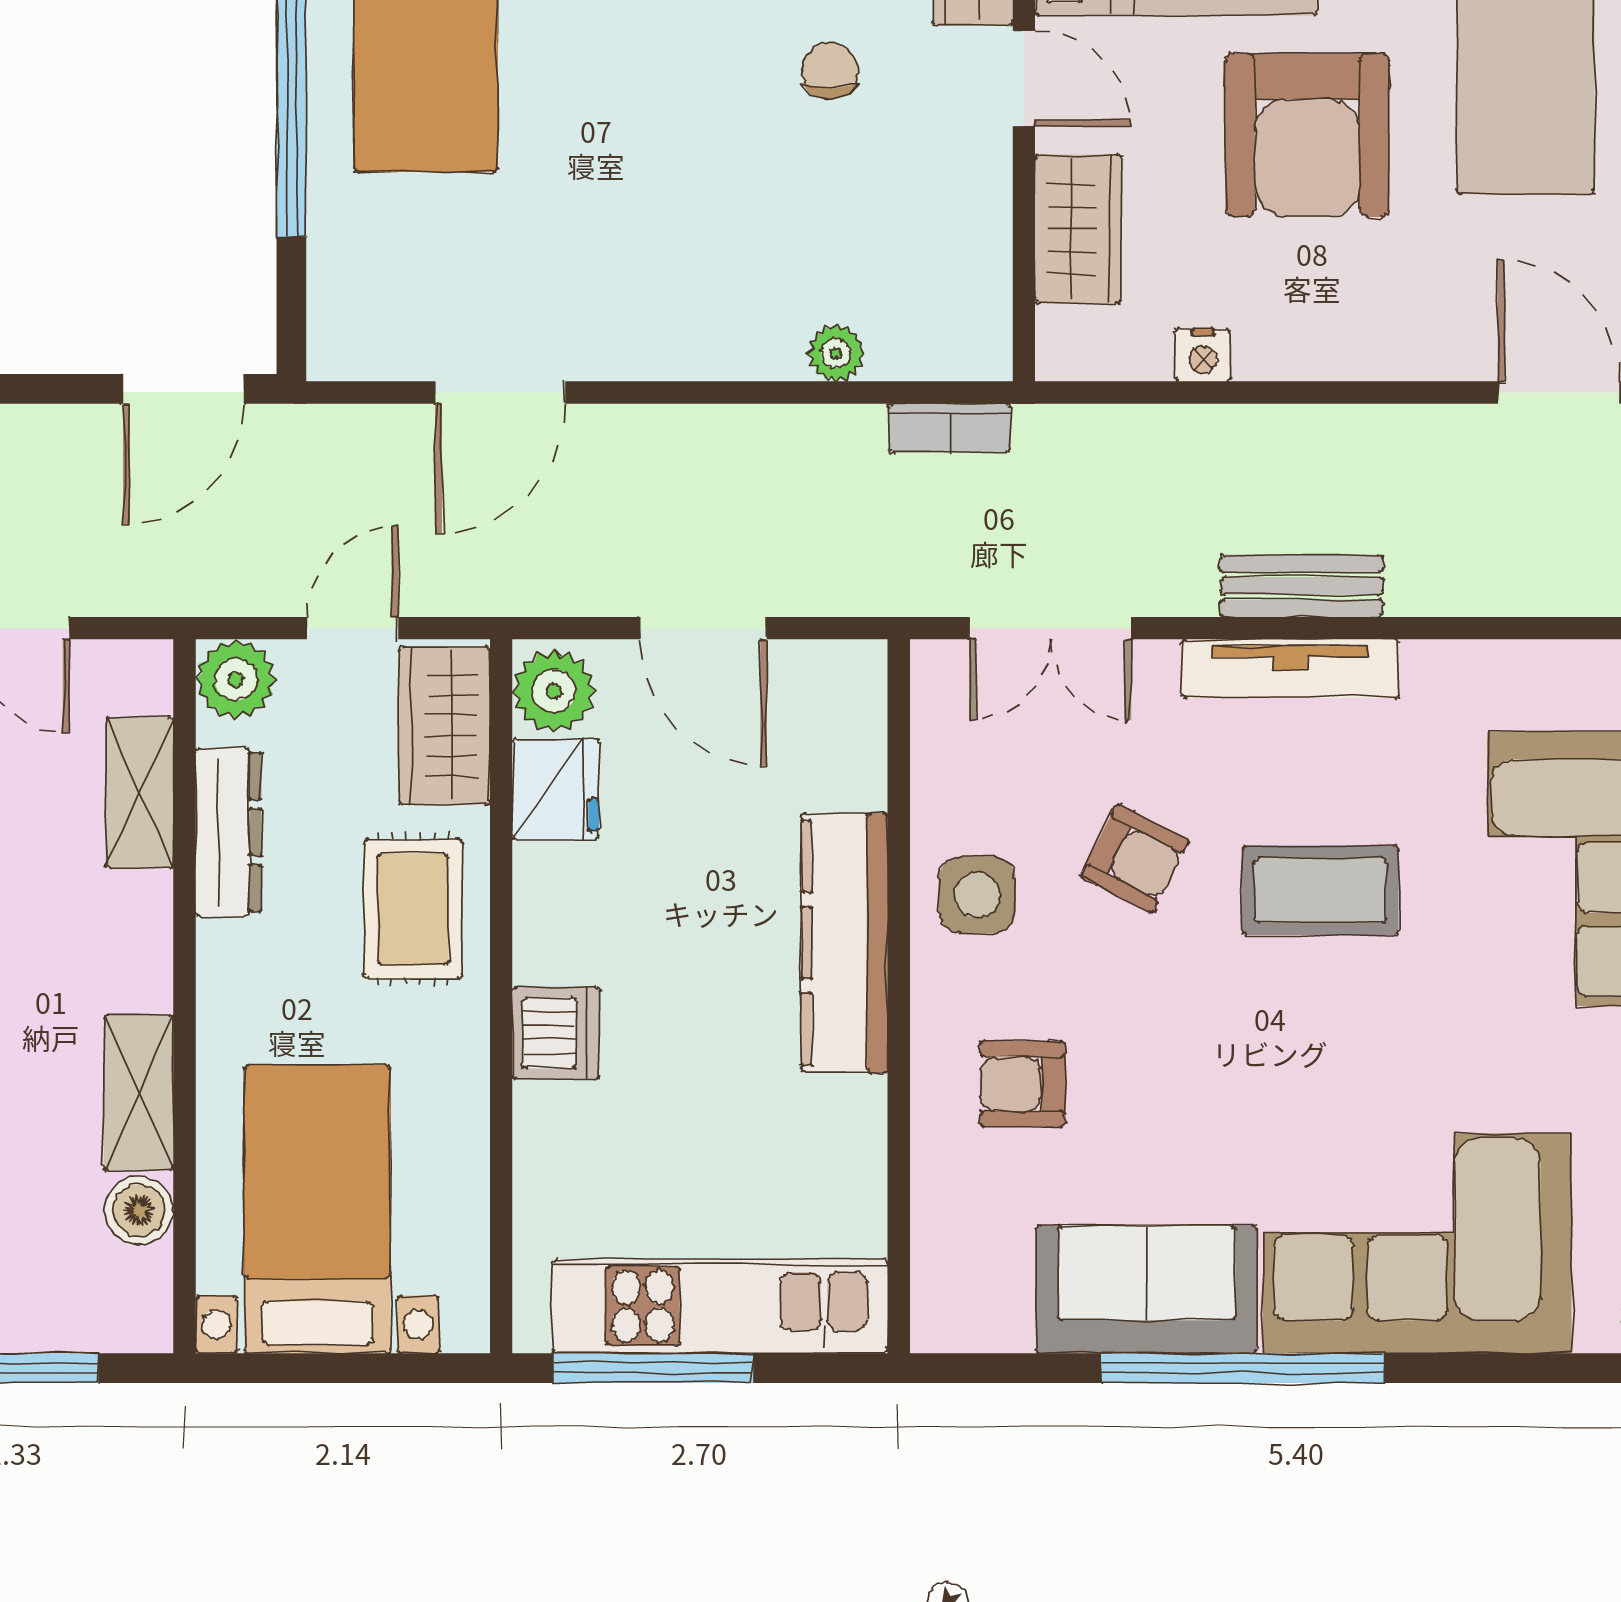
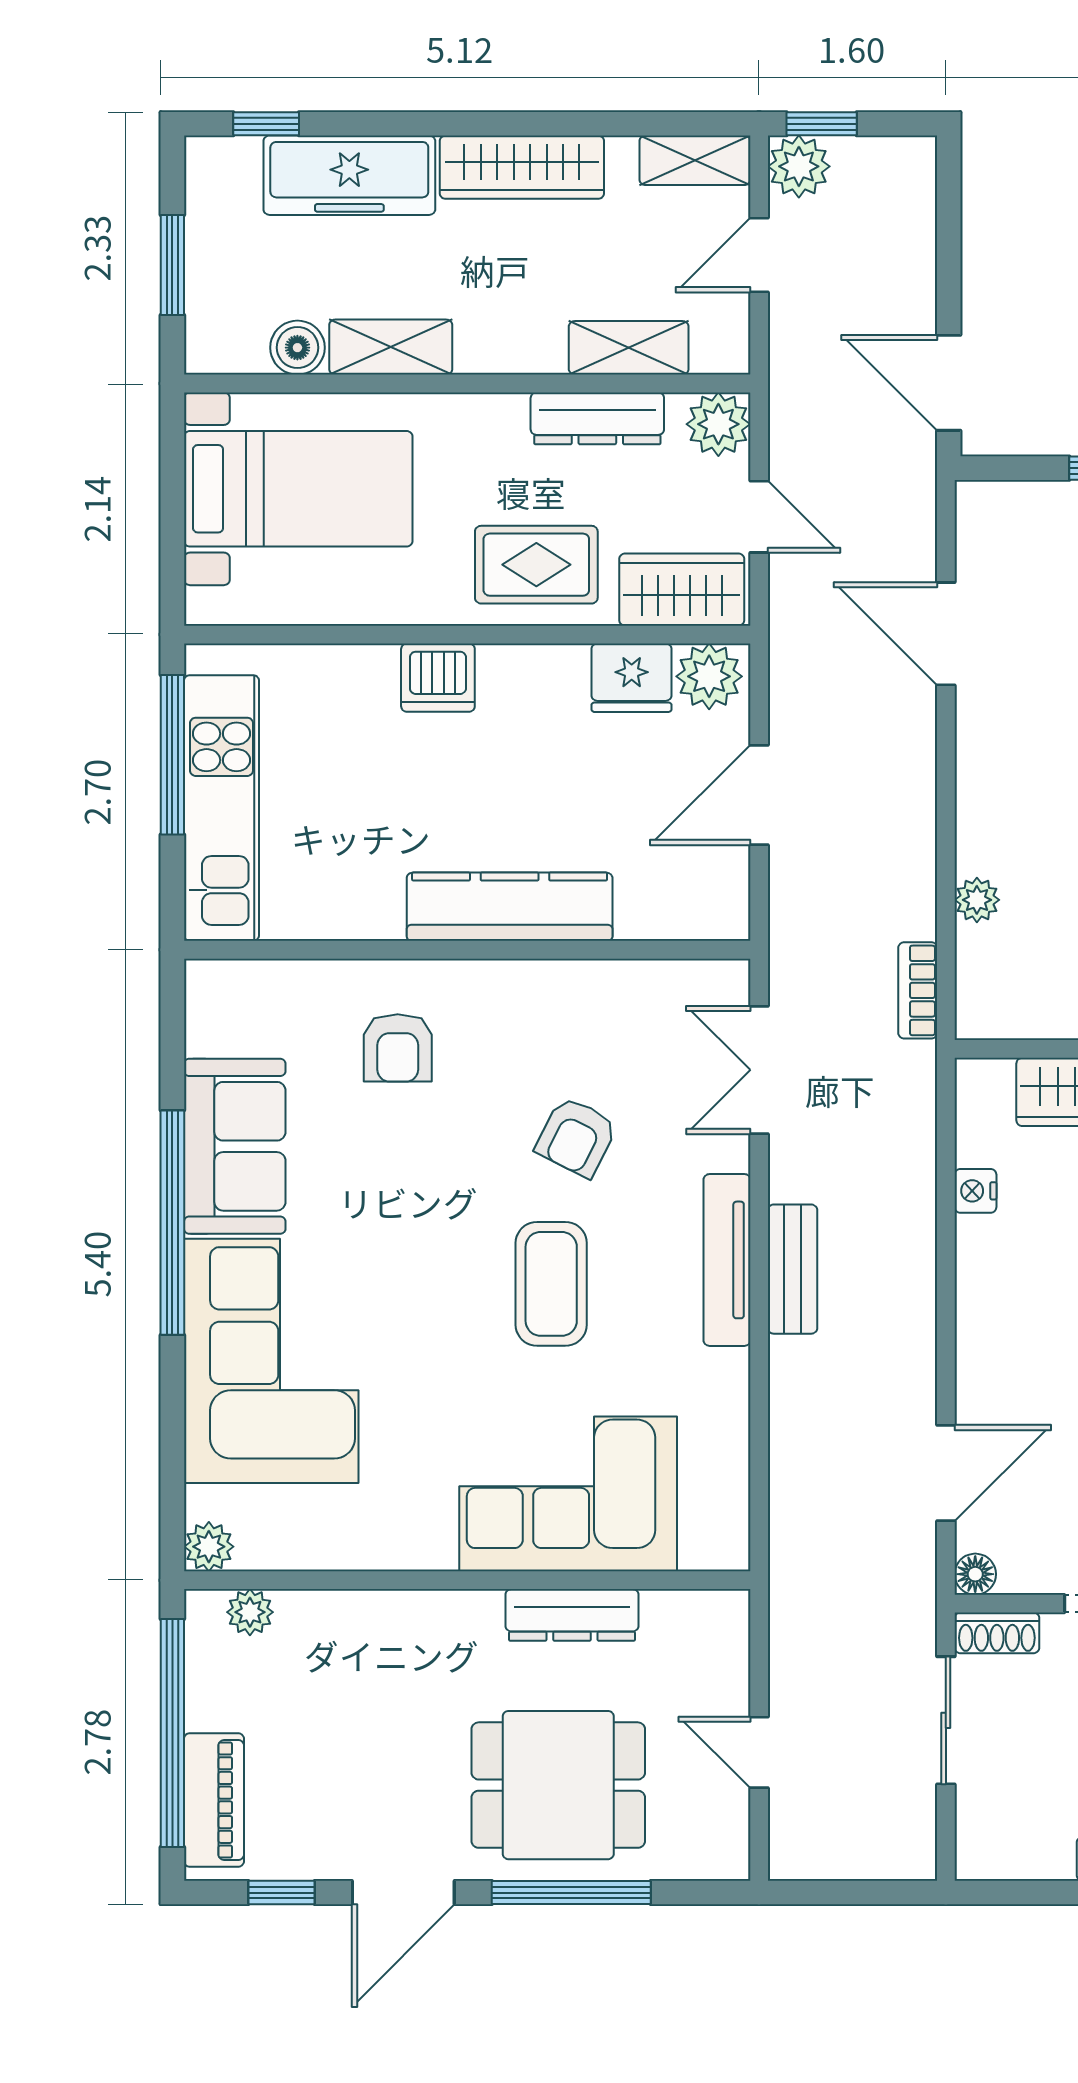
side table: (977, 895) -> (548, 1012), removed
armchair: (1023, 1084) -> (398, 1048), turned 180

